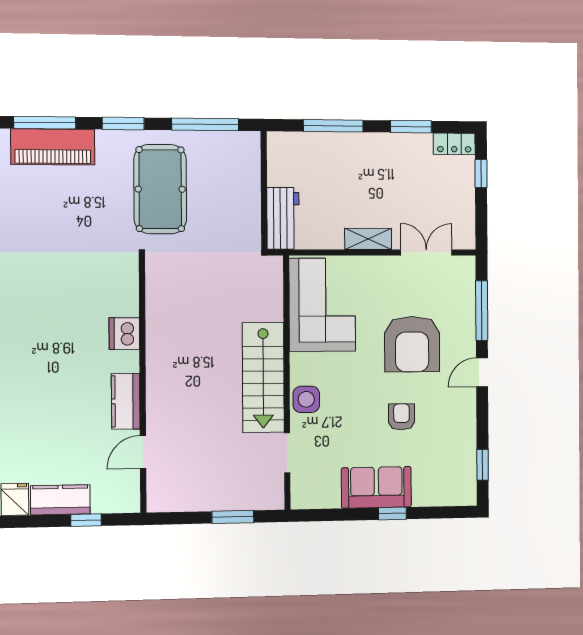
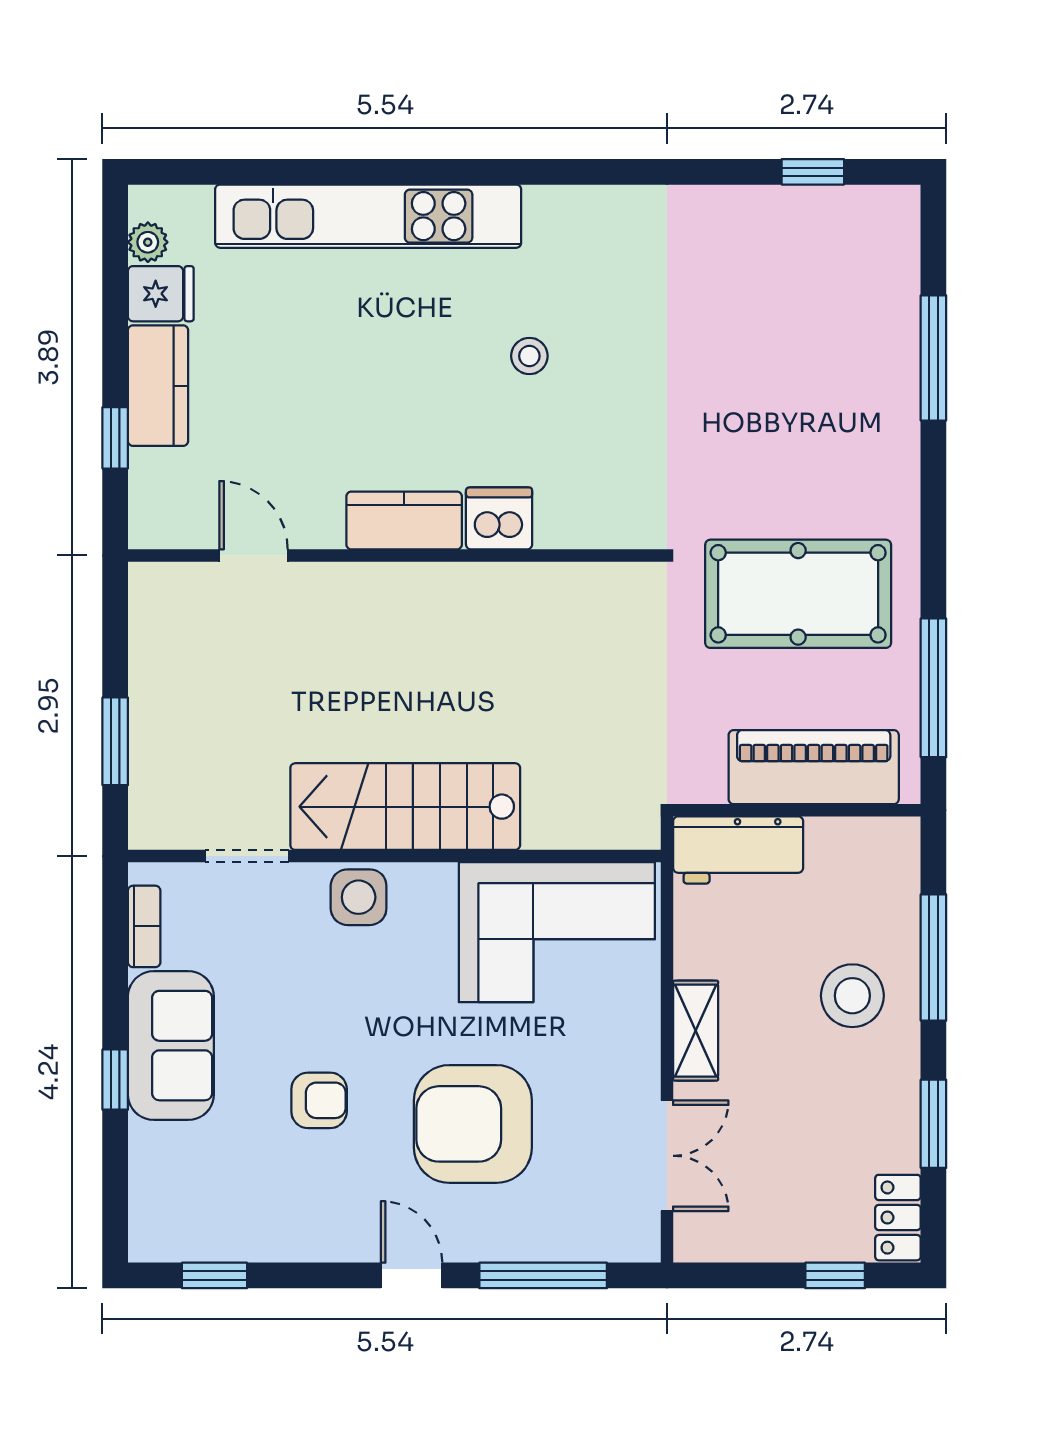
window: (123, 124) -> (933, 518), removed
piano: (53, 147) -> (814, 767), moved, turned 90
stool: (351, 164) -> (852, 996), added
stool: (45, 319) -> (529, 356), added
kitchen counter: (126, 401) -> (404, 520), moved
bookcase: (321, 501) -> (144, 926), added

